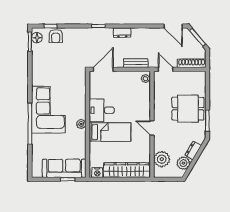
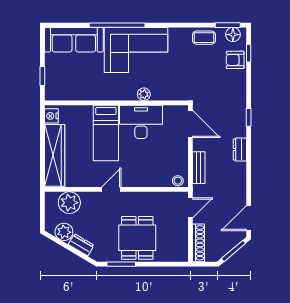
coffee table: (39, 59) -> (204, 38), added
desk: (102, 110) -> (141, 122), width x1.37
plant: (81, 124) -> (144, 94), moved
sofa: (64, 168) -> (74, 40), moved, turned 90

